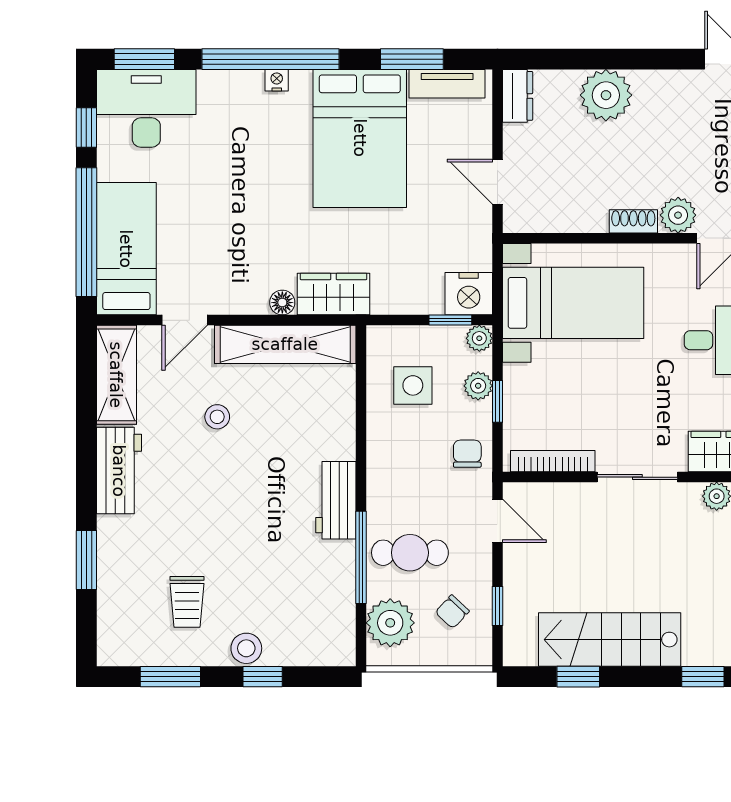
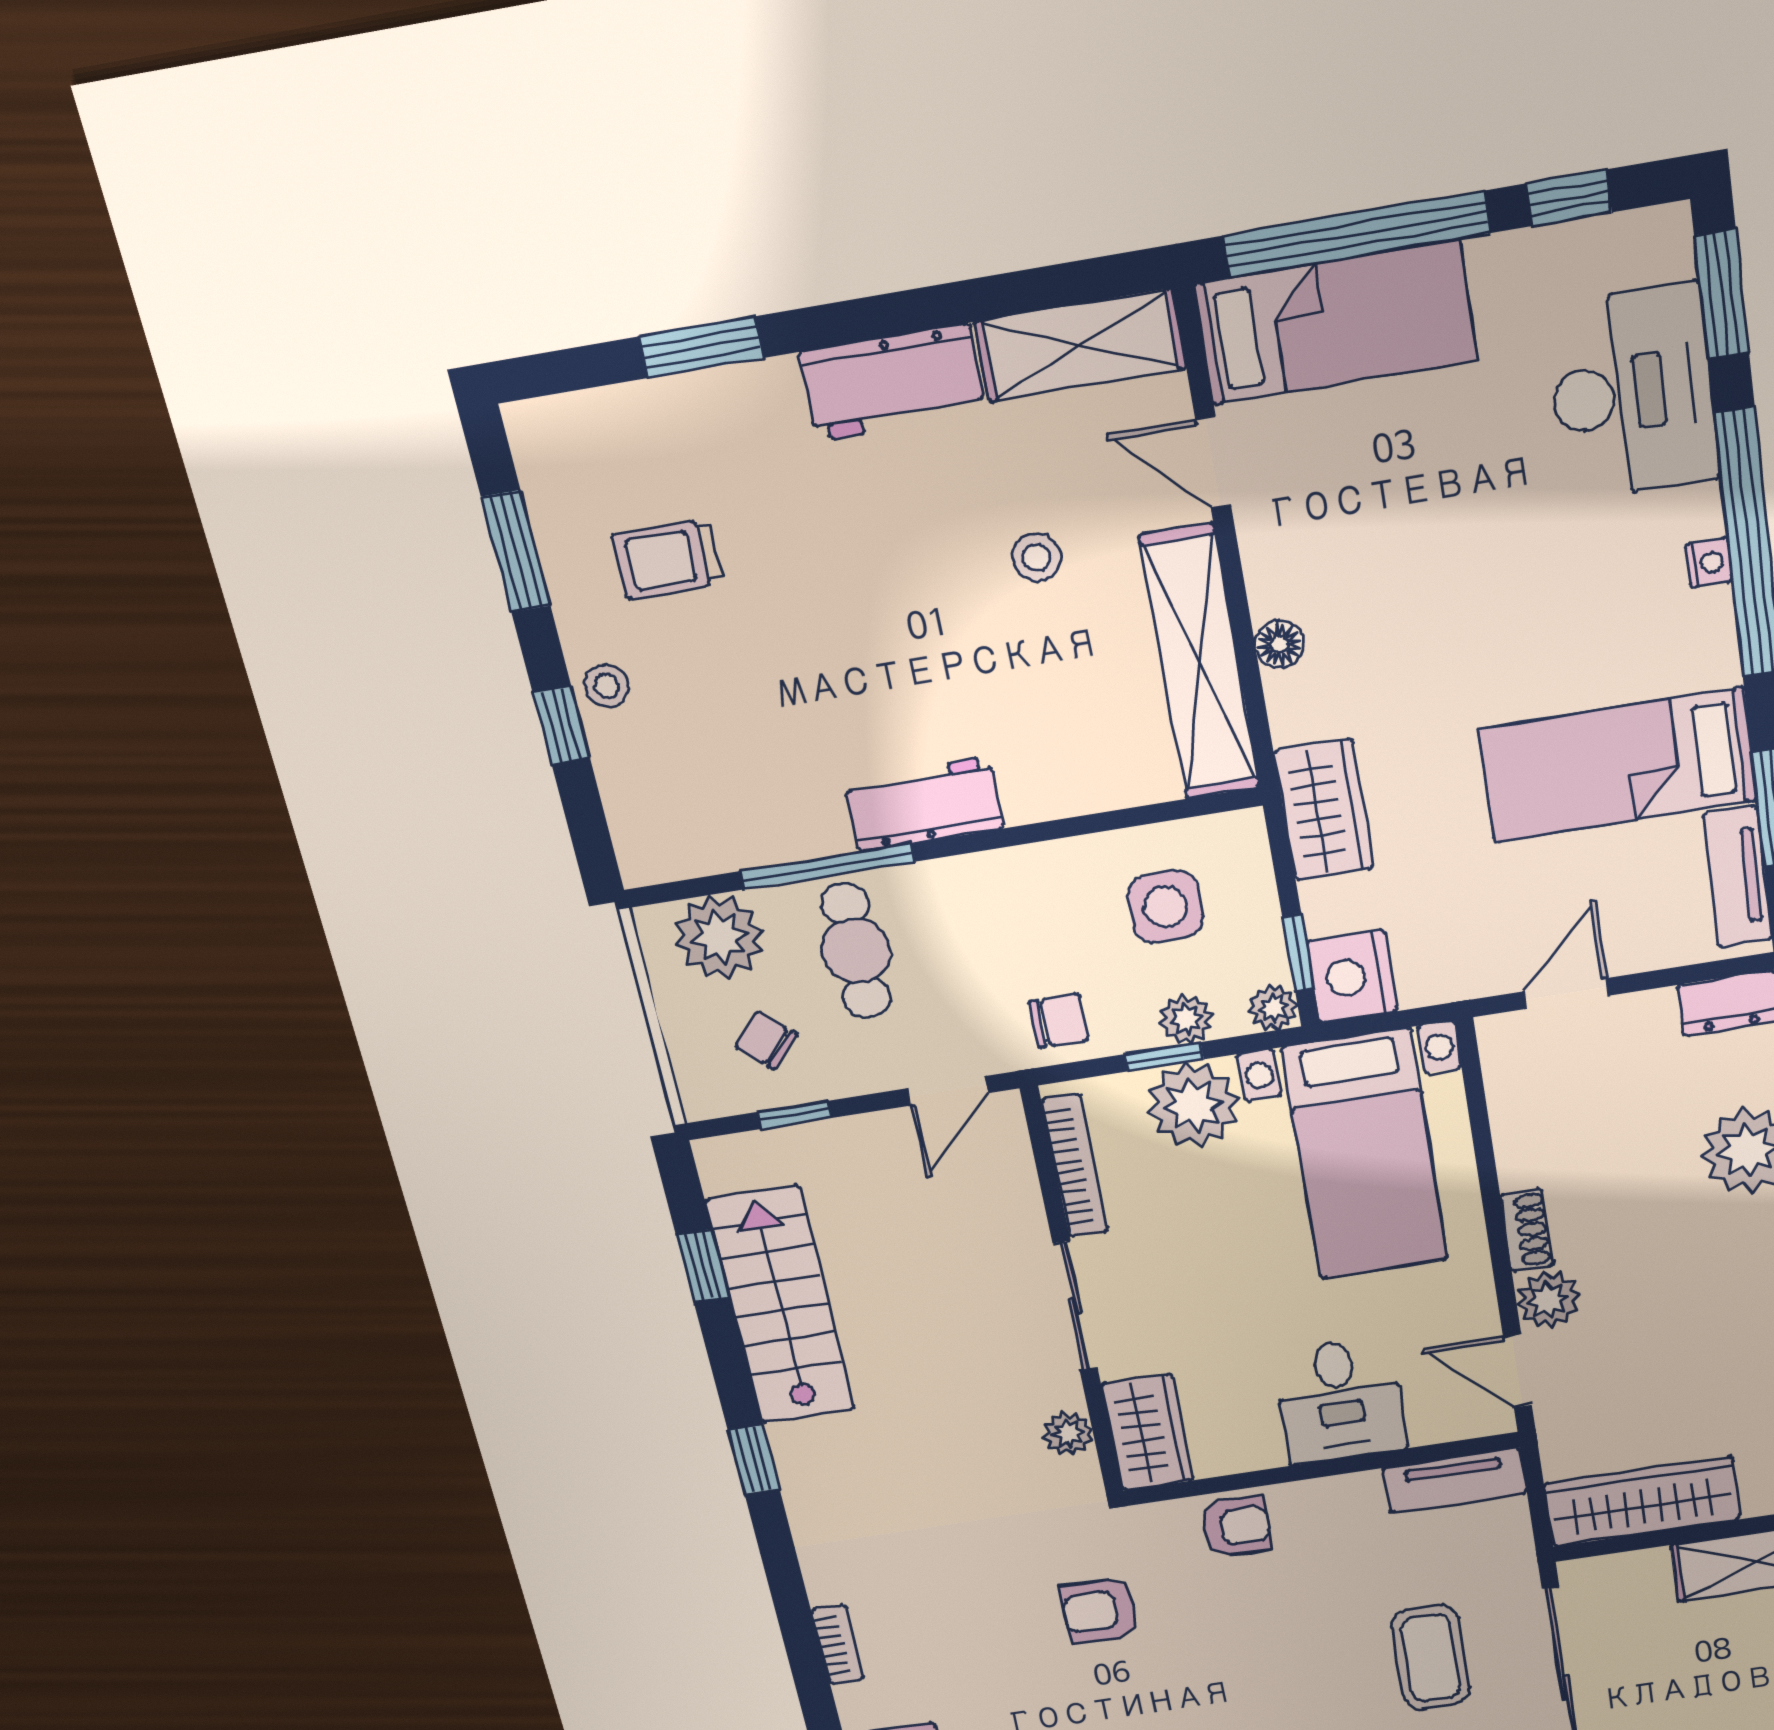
desk: (146, 108) -> (1632, 393), moved
bed: (360, 138) -> (1619, 765), width x0.67
wardrobe: (333, 294) -> (1324, 810), moved
plant: (528, 391) -> (1193, 1105), added
stool: (246, 648) -> (607, 686), width x0.73, depth x0.73

